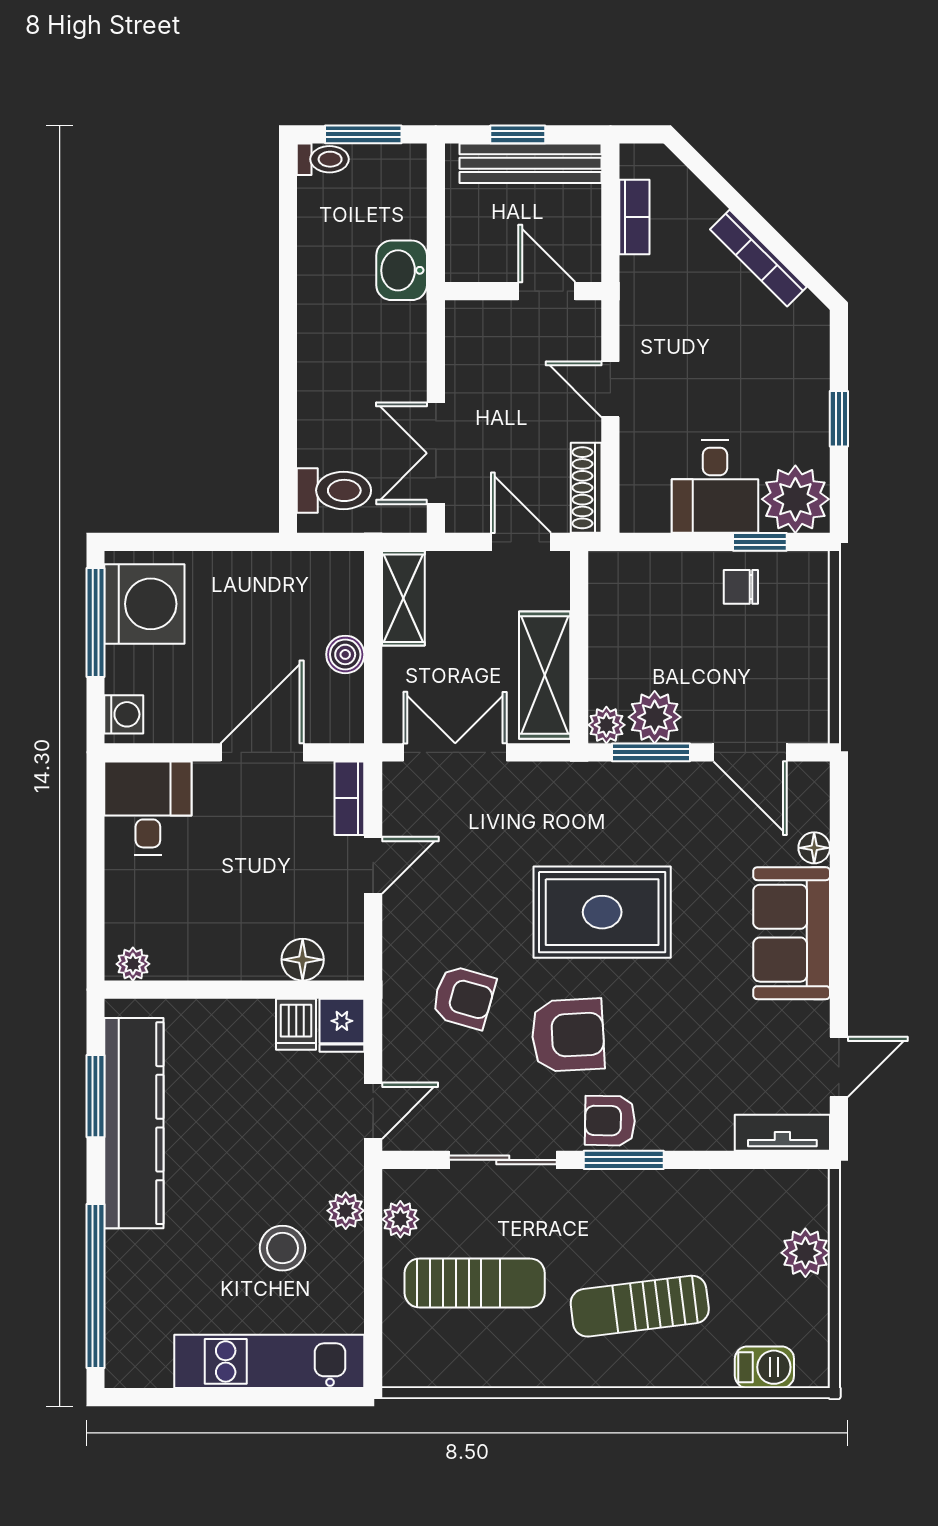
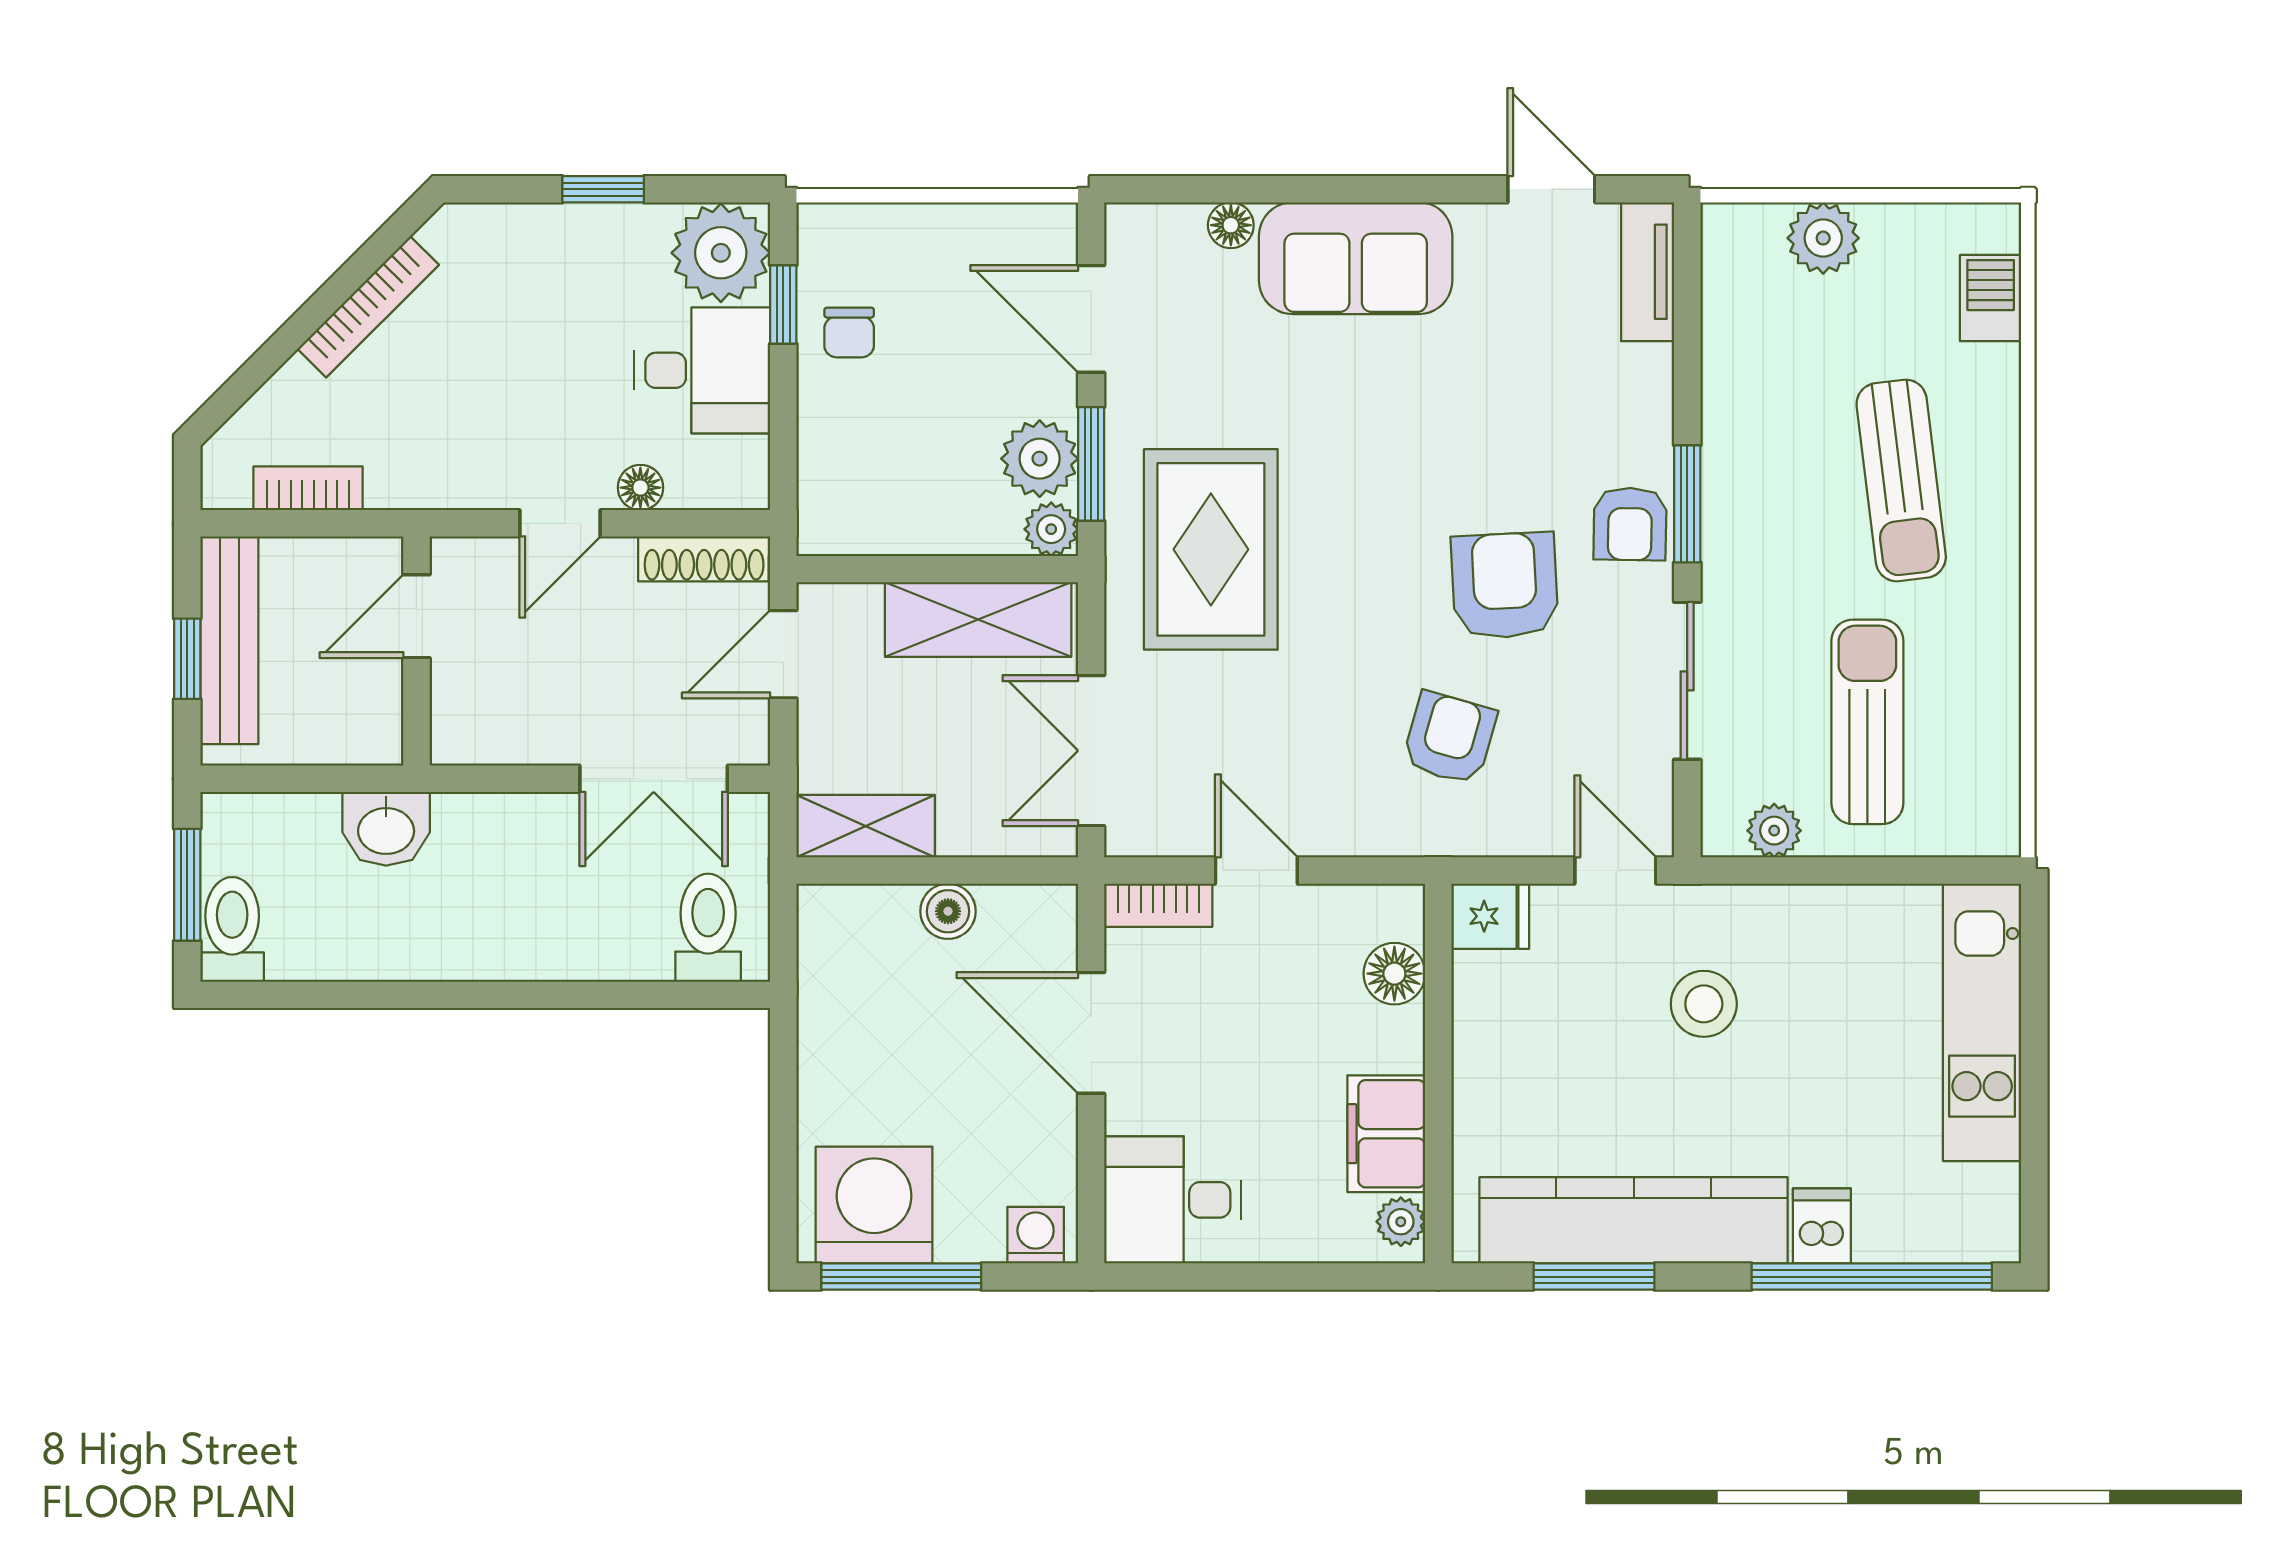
toilet: (323, 159) -> (232, 929), width x1.37, depth x1.39
floor lamp: (635, 444) -> (640, 488), added
door: (750, 752) -> (1091, 319), swing flipped
rug: (602, 912) -> (1211, 549), moved
filing cabinet: (193, 954) -> (1386, 1134), added
dishwasher: (296, 1024) -> (1822, 1226), moved, turned -90
plant: (346, 1211) -> (1762, 911), removed
stool: (282, 1248) -> (1704, 1004), moved

